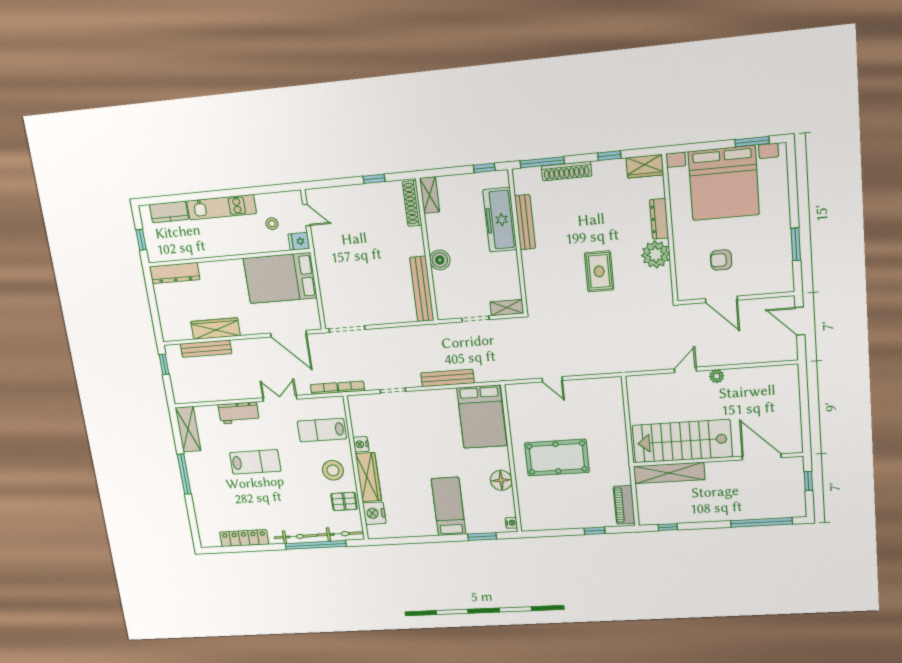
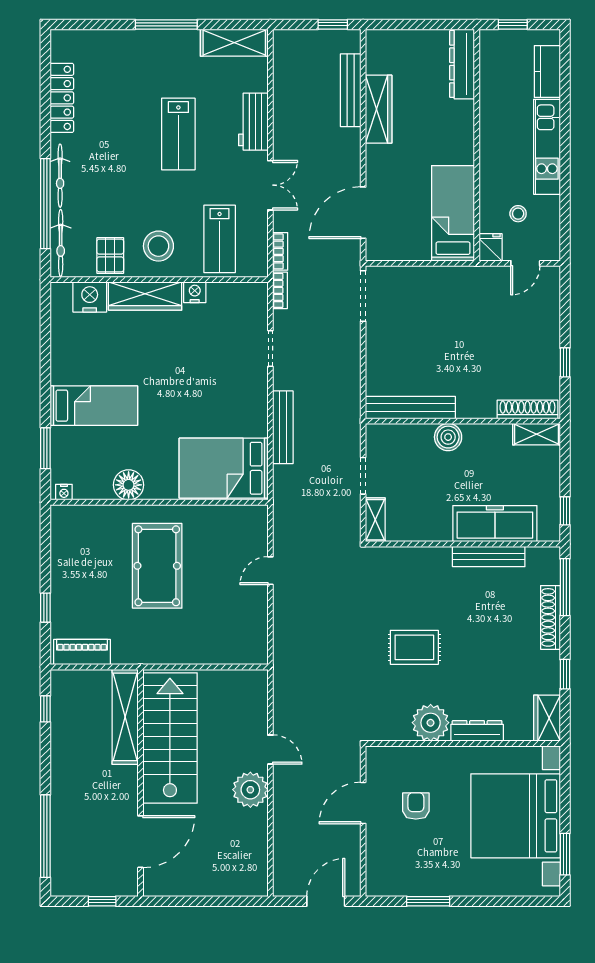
bed: (280, 278) -> (453, 213), width x0.67
plant: (717, 376) -> (250, 790), width x1.87, depth x1.87
lab bench: (322, 430) -> (220, 239), turned 180

